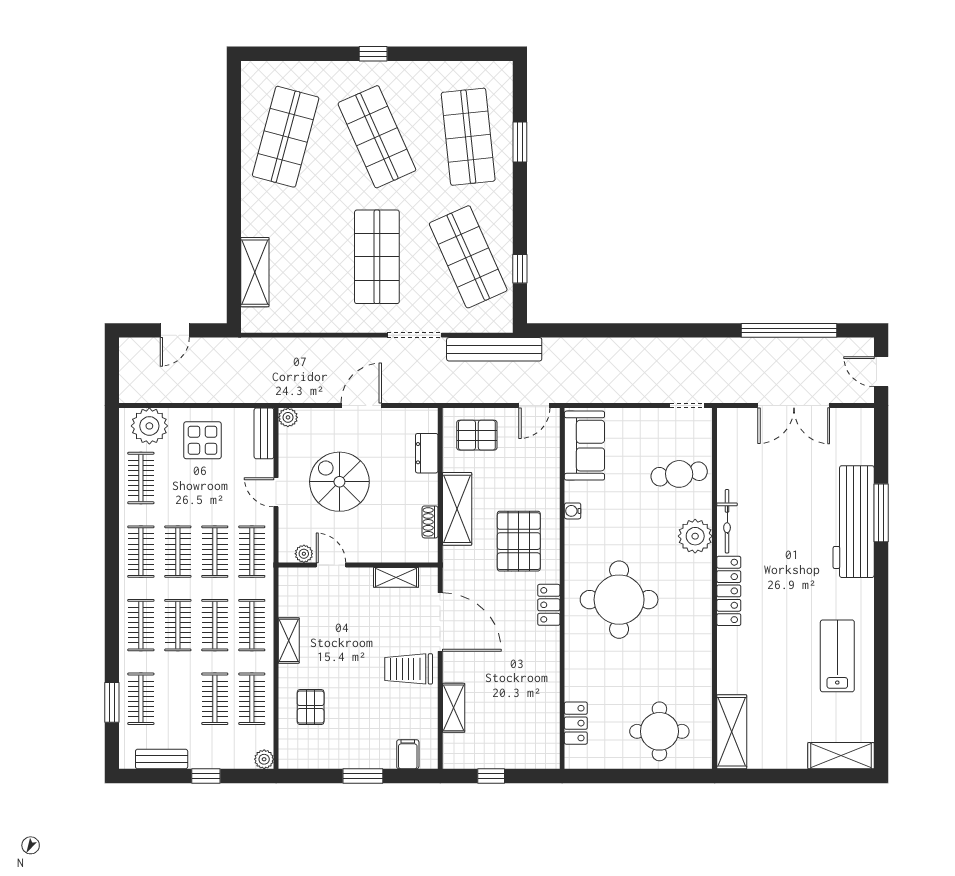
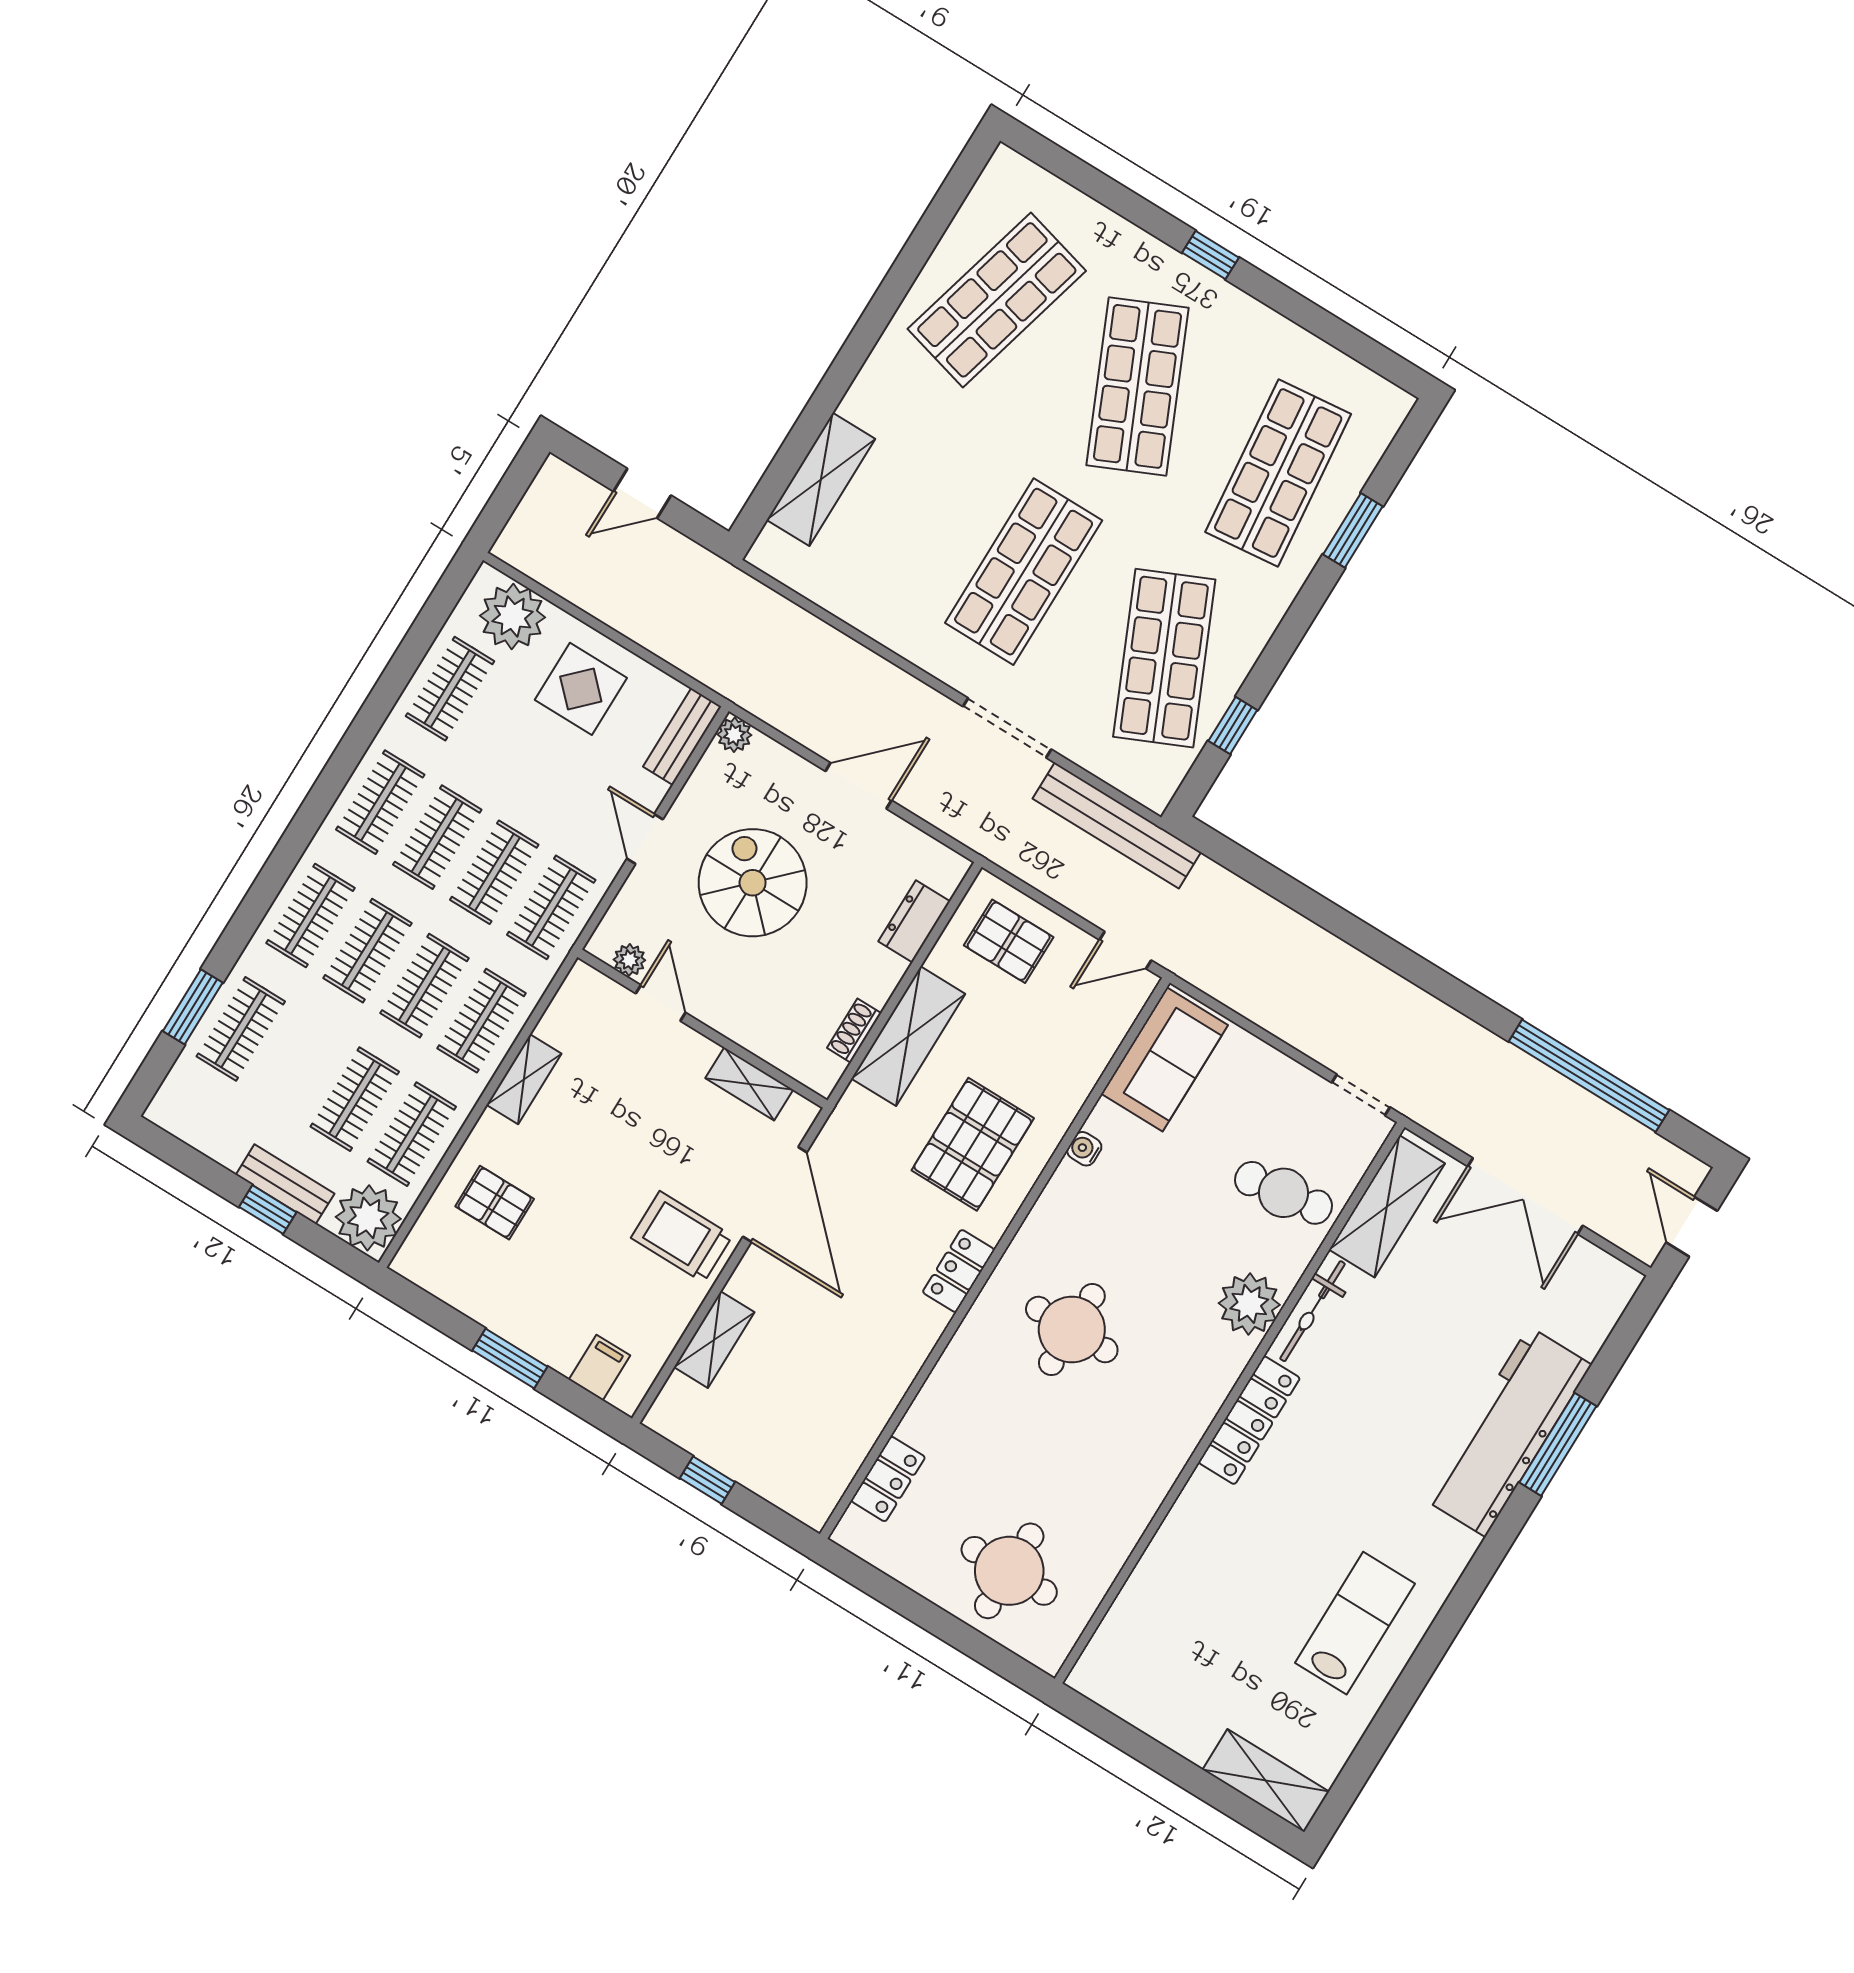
round table: (619, 600) -> (1072, 1330), width x0.73, depth x0.73
pallet: (311, 707) -> (495, 1203), turned 90
shelving: (732, 732) -> (1387, 1206), moved
bench: (162, 759) -> (285, 1184), moved
plant: (264, 759) -> (368, 1218), width x1.87, depth x1.87

